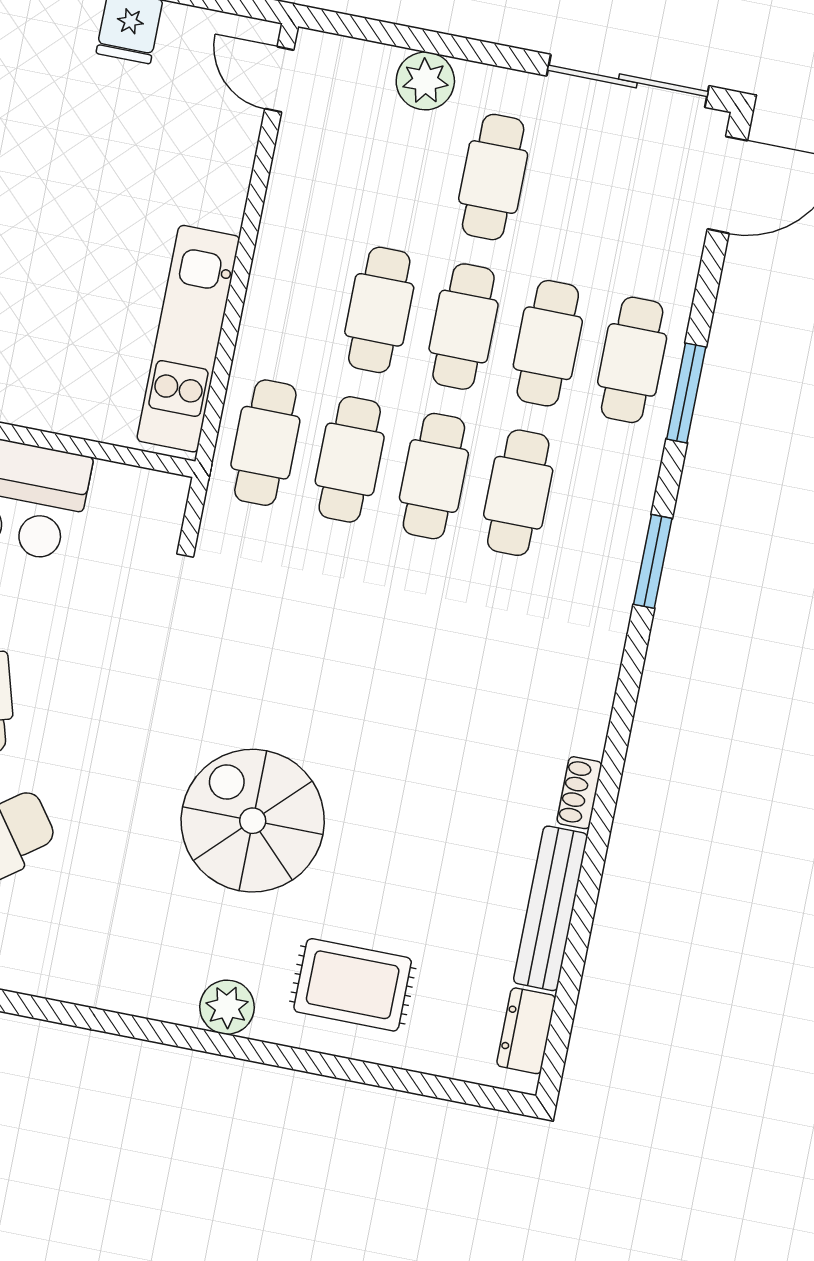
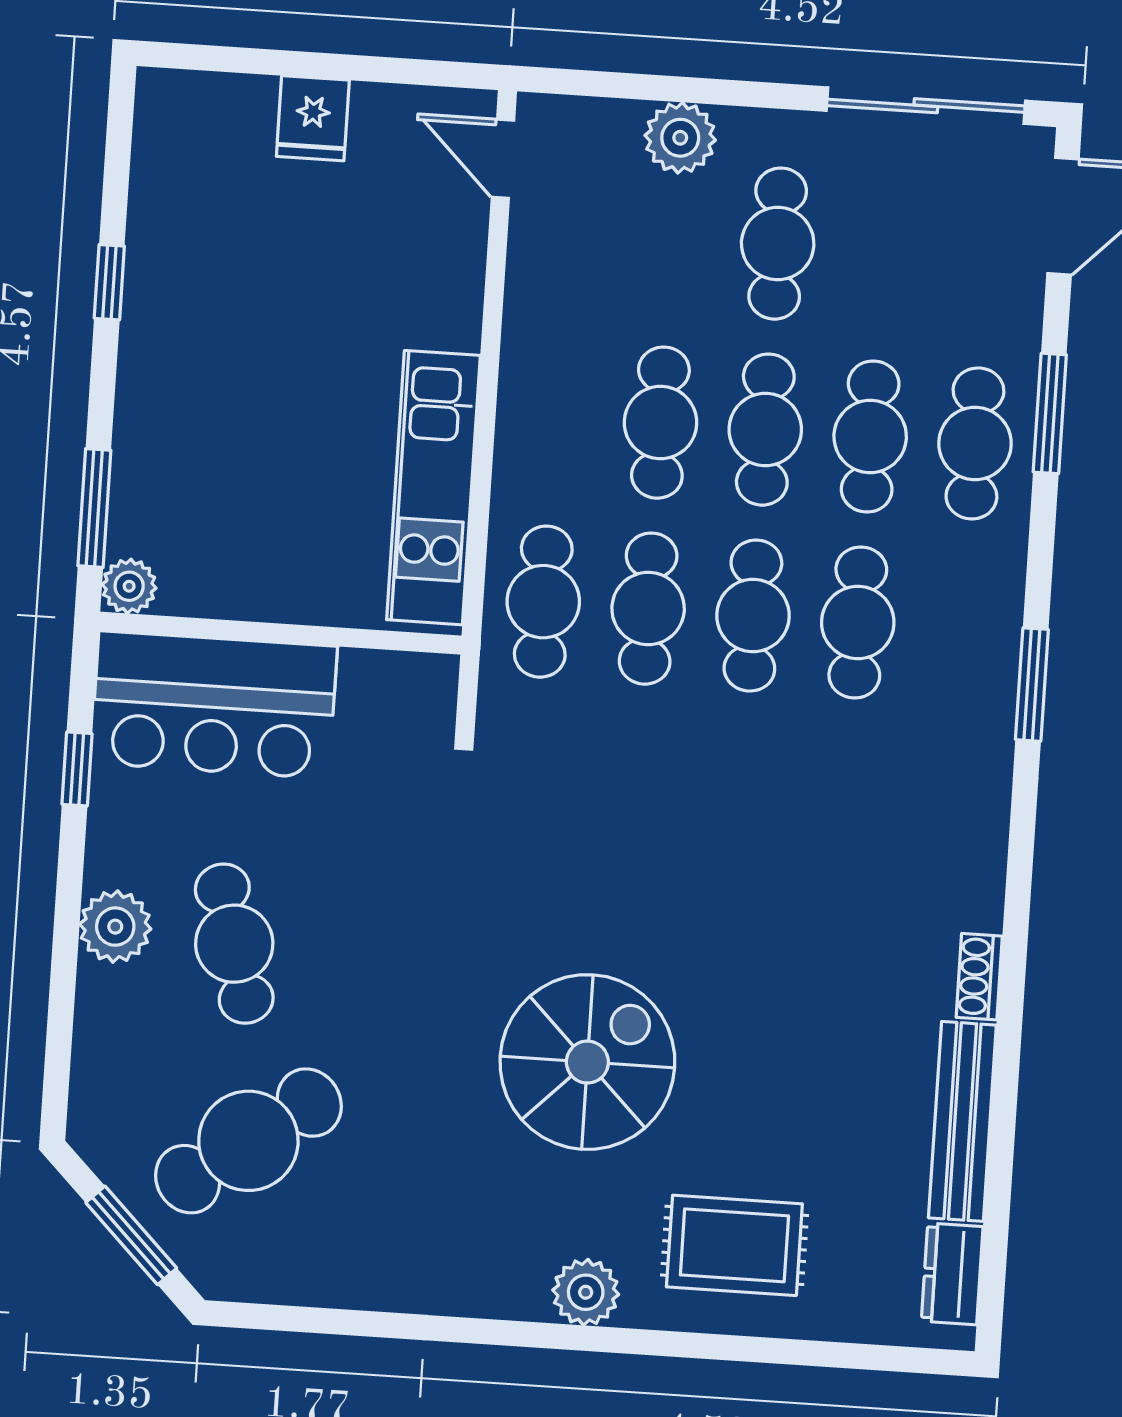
window: (686, 393) -> (1050, 413), moved
spiral stairs: (253, 821) -> (587, 1062), turned 90

